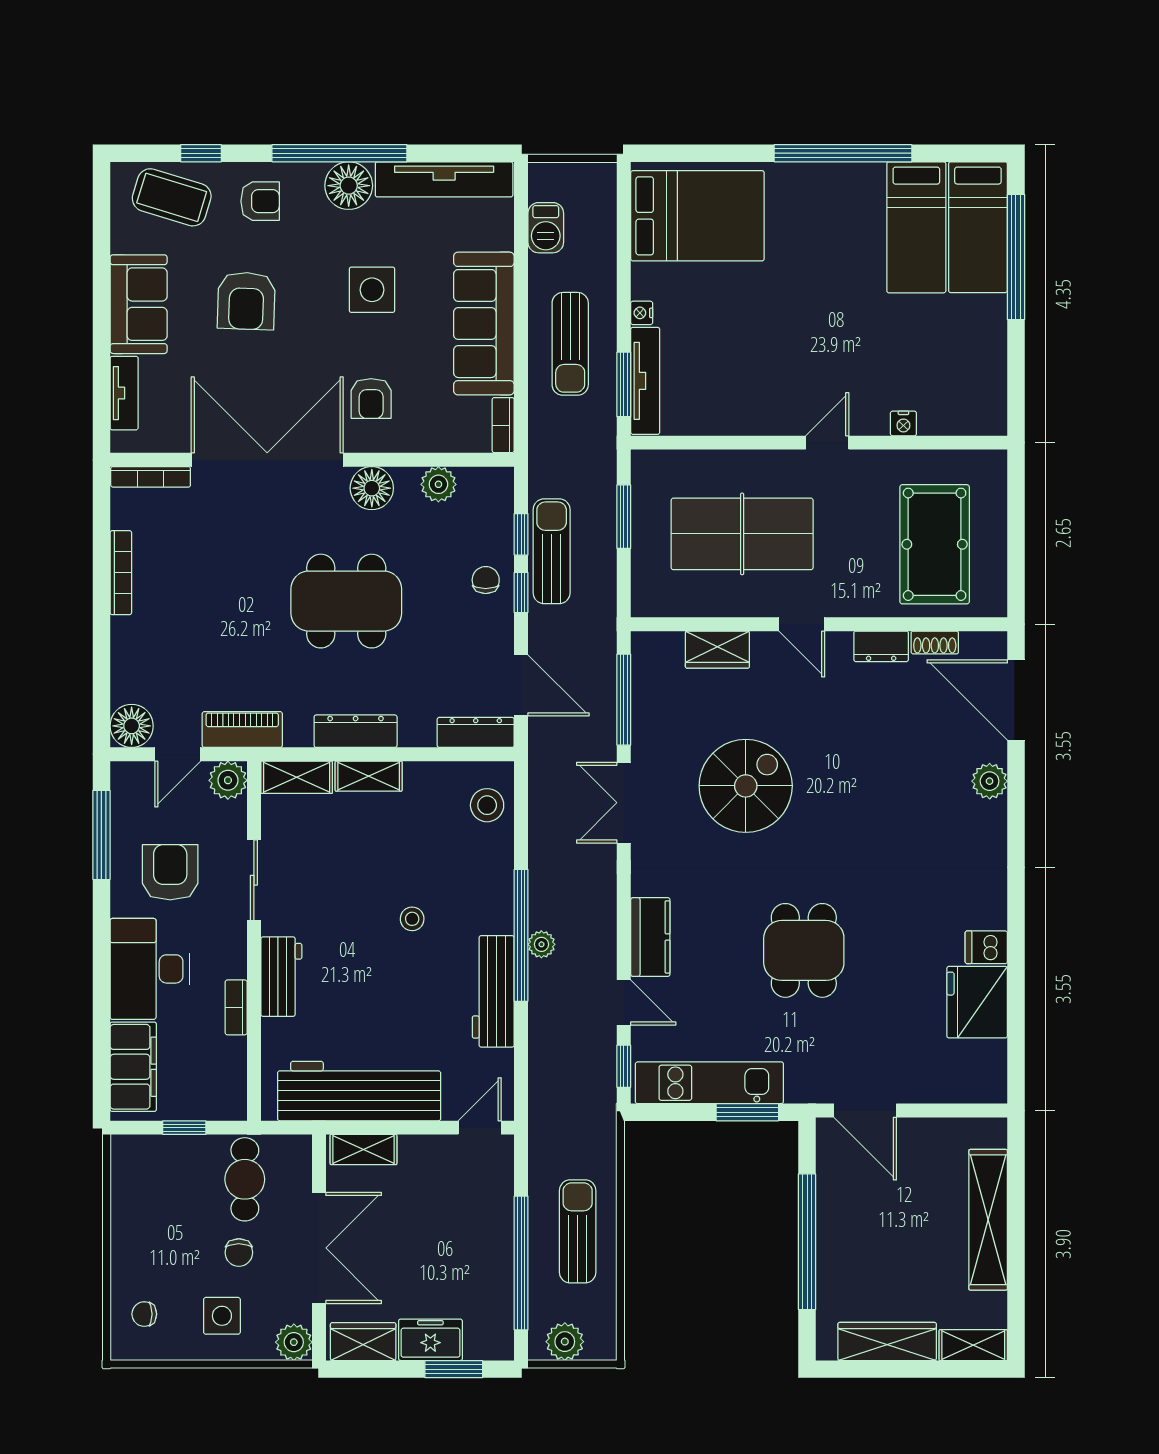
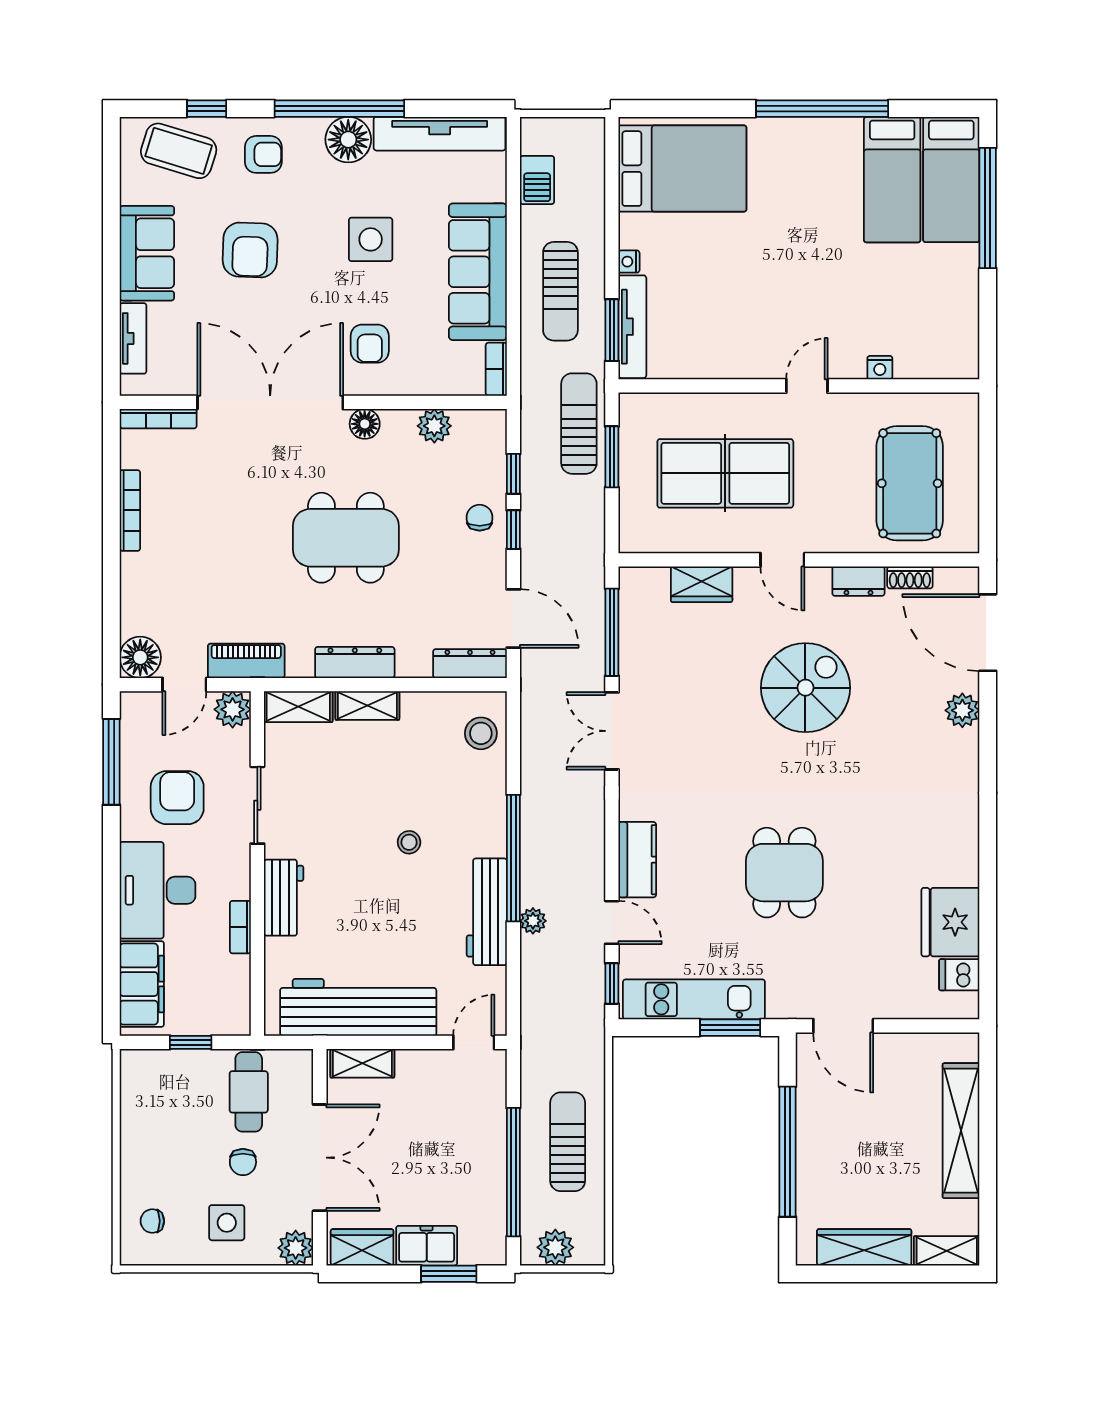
floor lamp: (372, 488) -> (365, 424), width x0.73, depth x0.73
sun lounger: (552, 551) -> (579, 424), moved
spiral stairs: (746, 786) -> (805, 688), moved
plant: (541, 944) -> (533, 921), moved
dishwasher: (986, 947) -> (959, 975), moved

